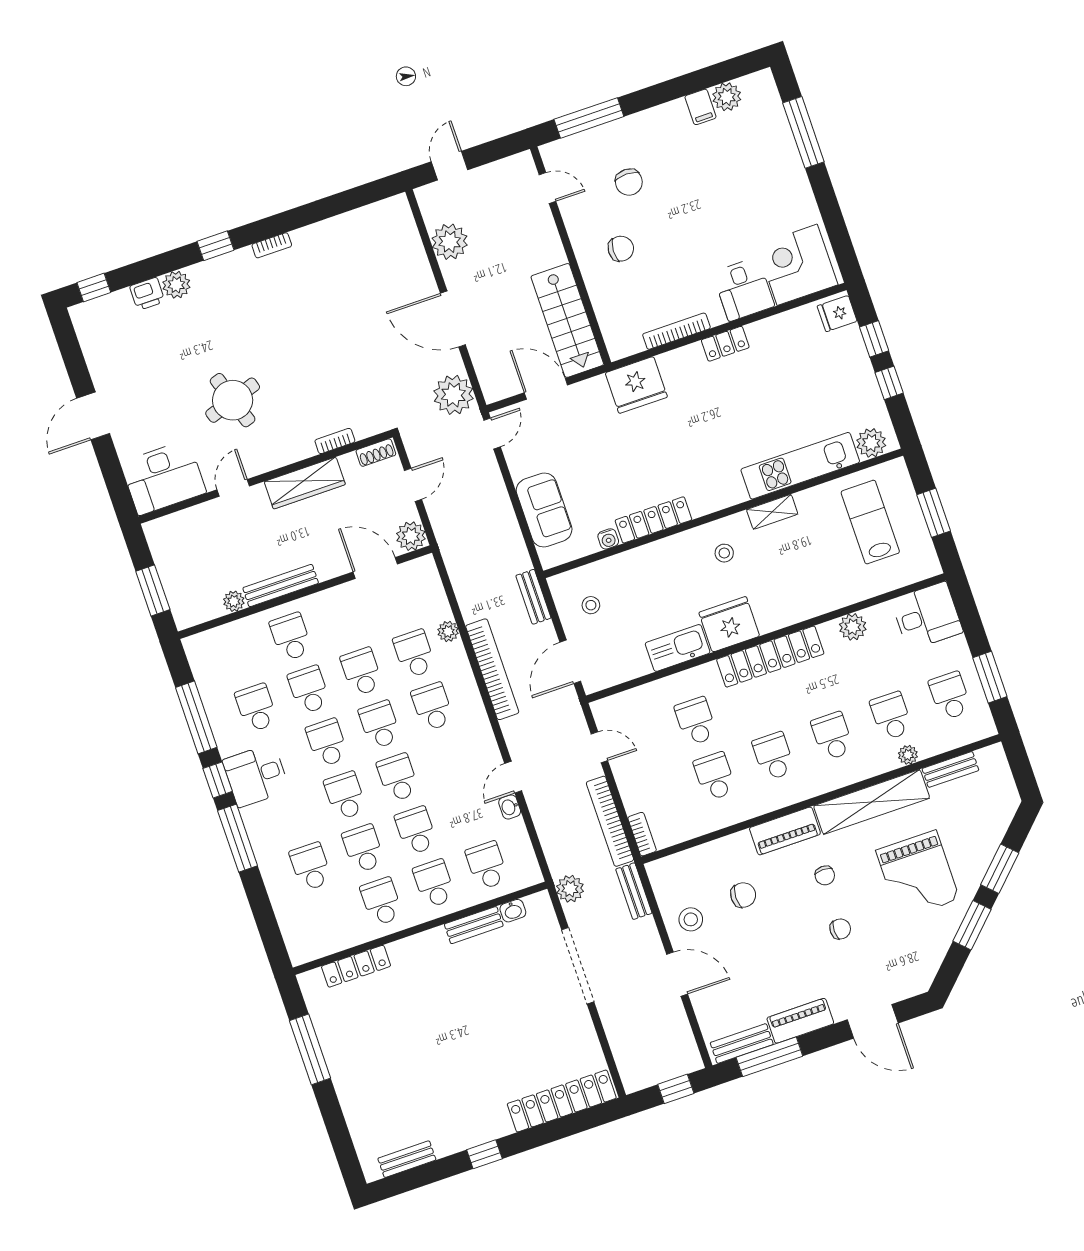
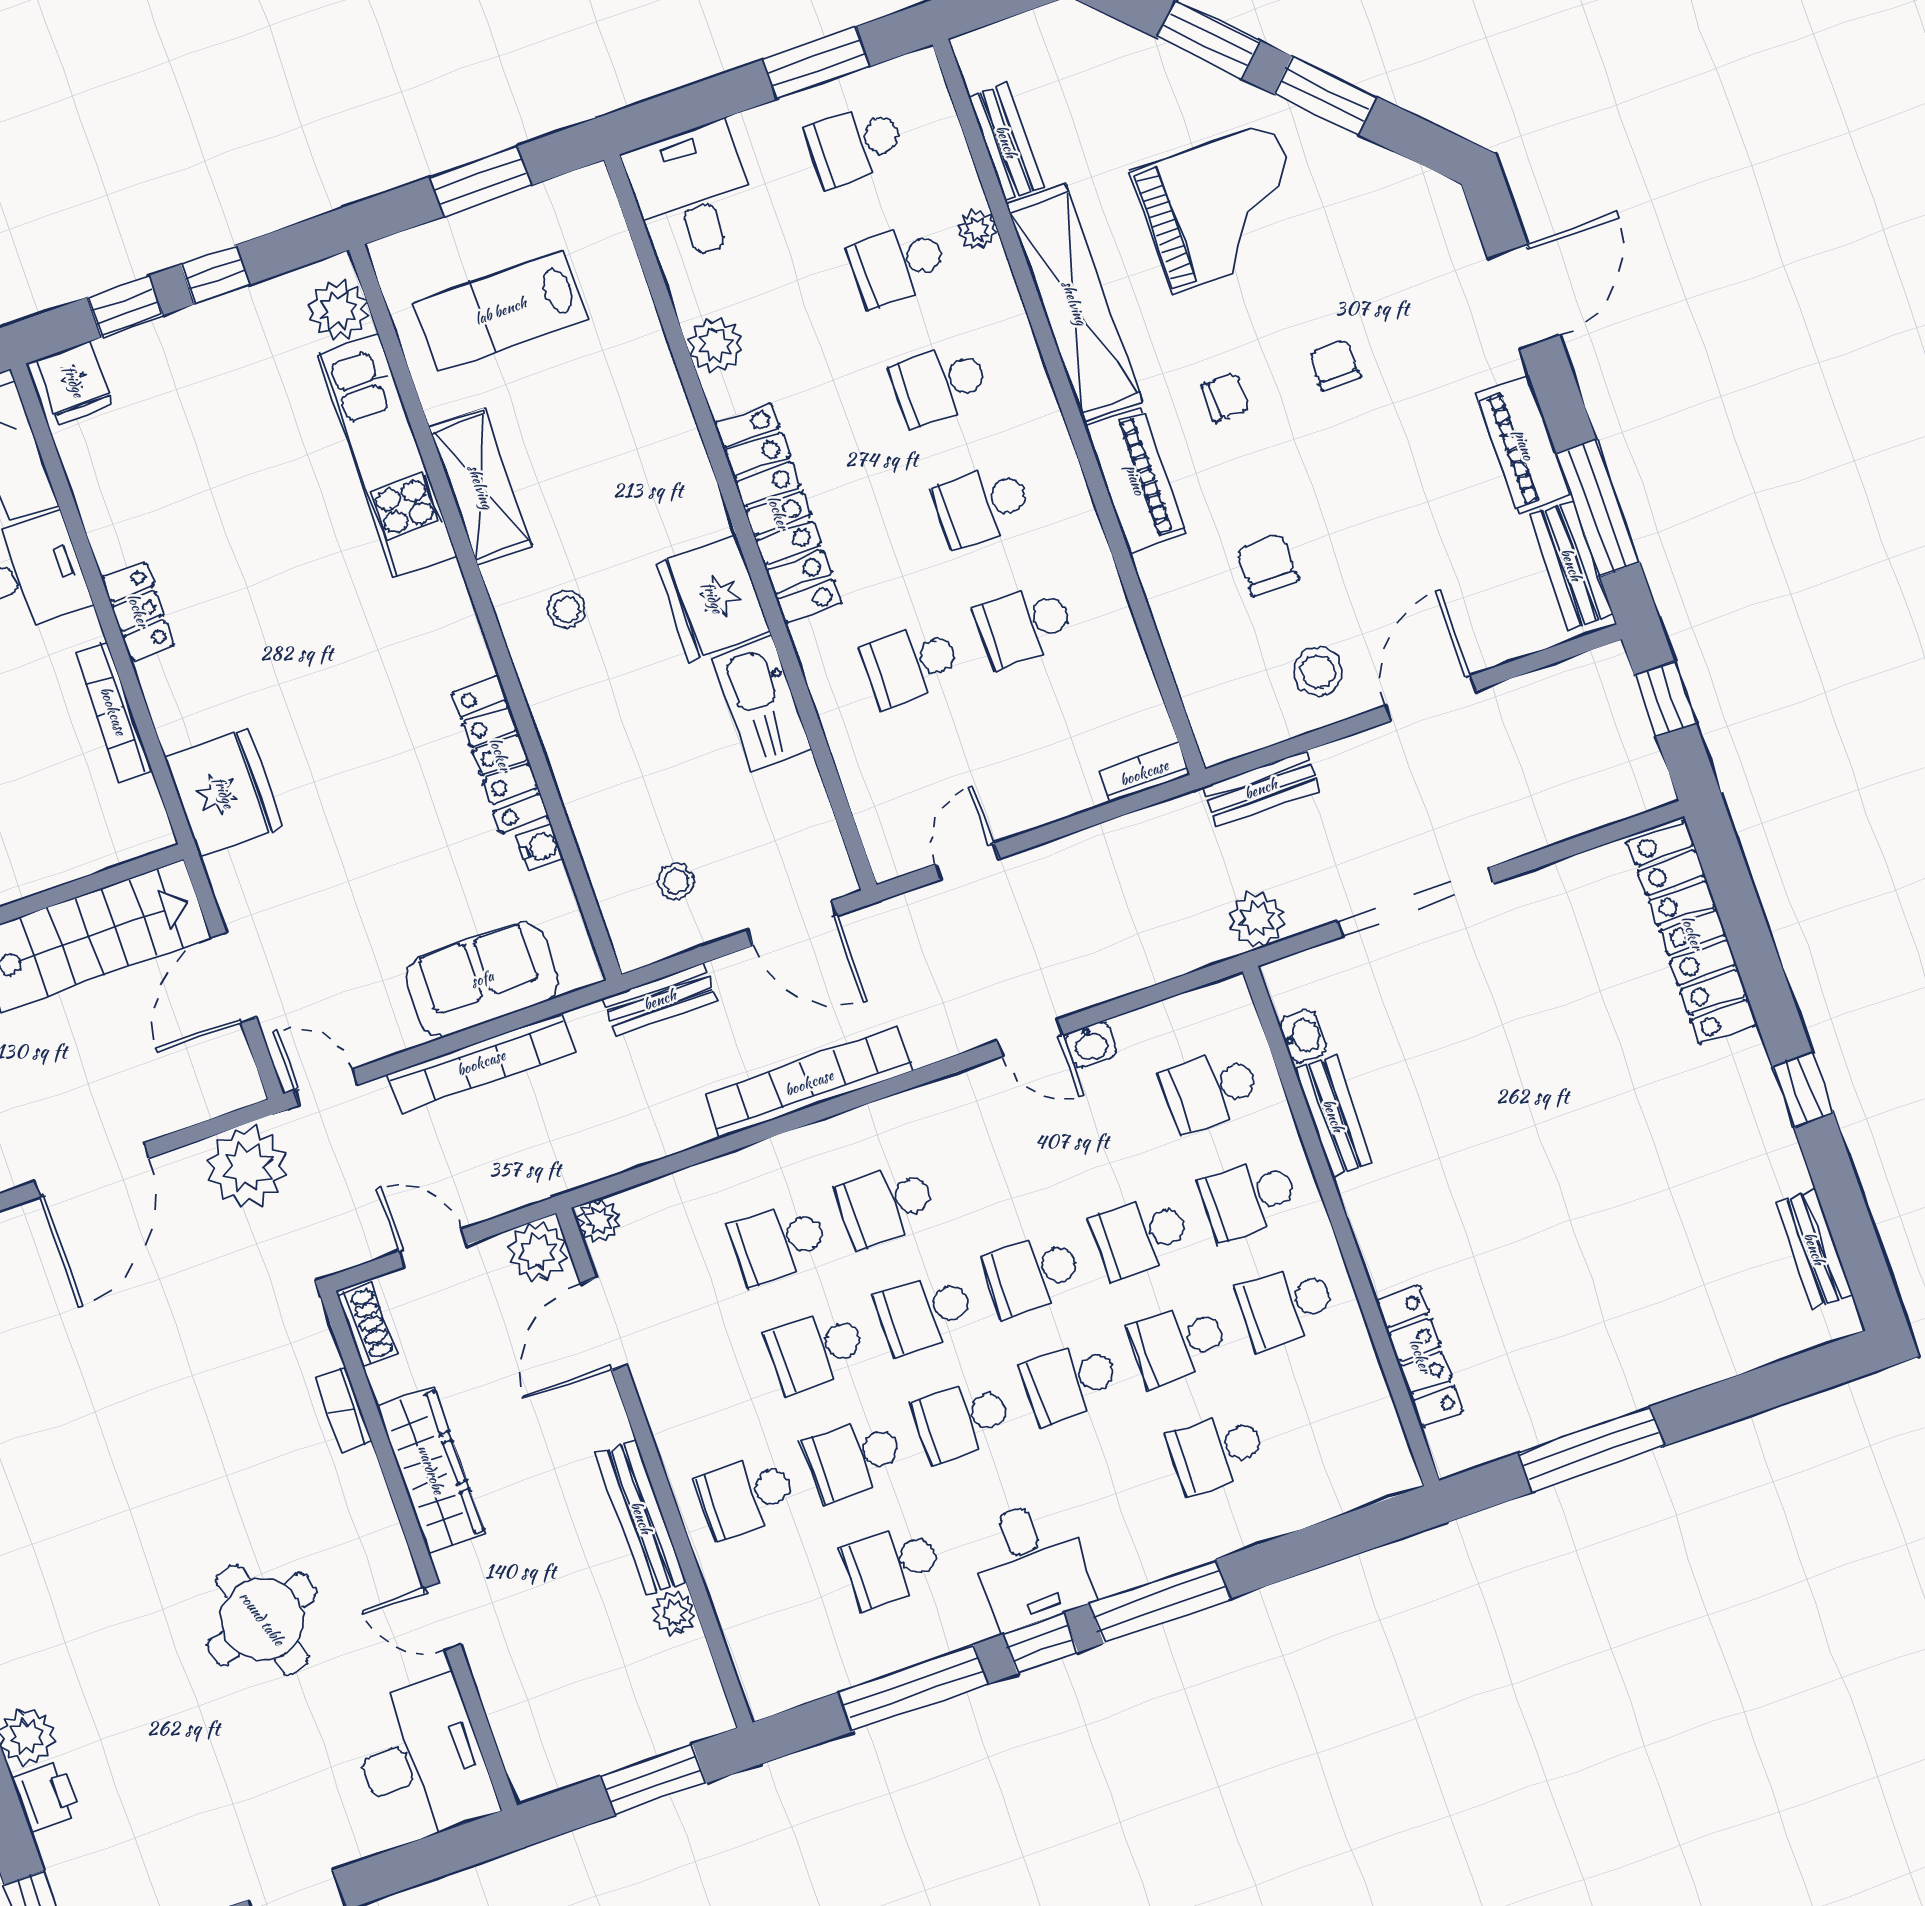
shelving: (772, 512) -> (480, 487), width x1.50, depth x1.33
plant: (448, 631) -> (599, 1221), moved
bookcase: (610, 821) -> (481, 1063), moved

